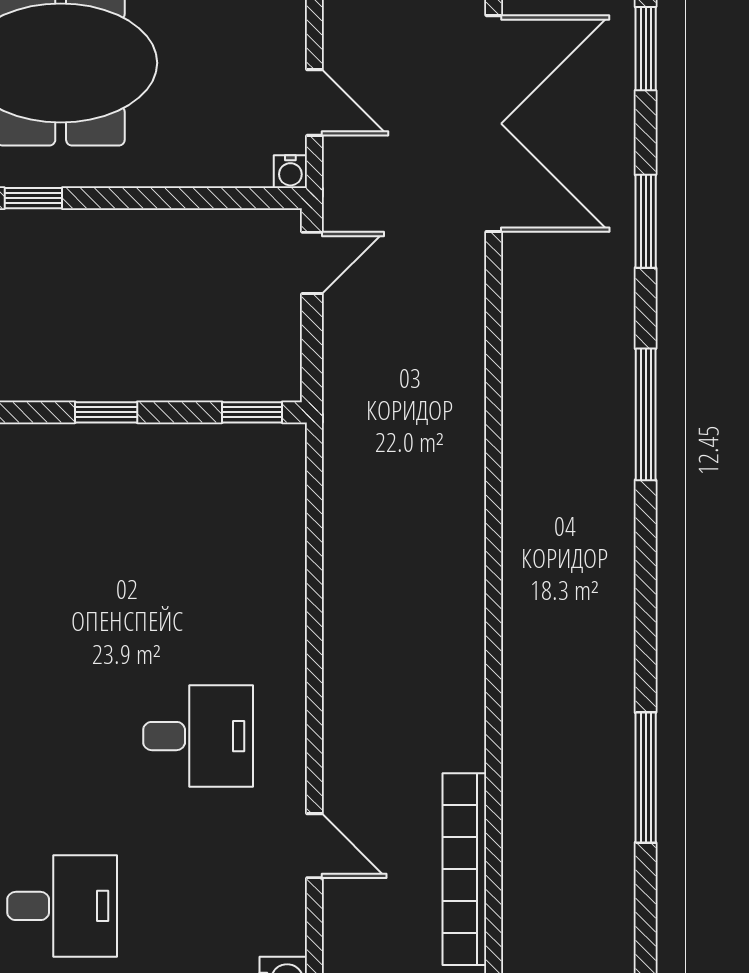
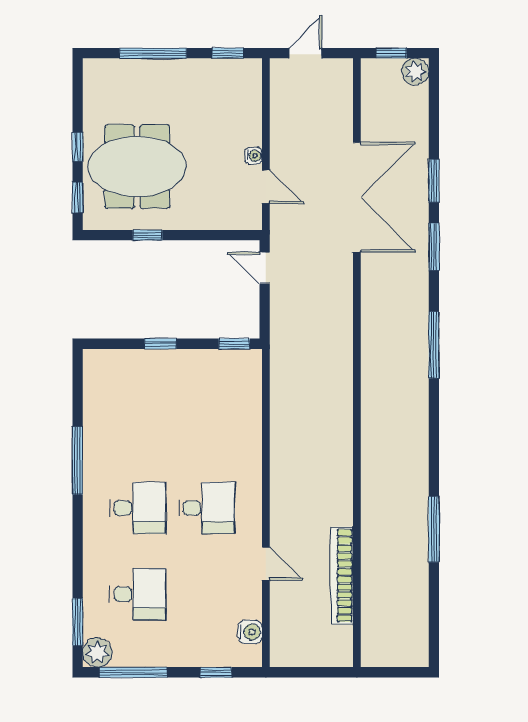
window: (646, 49) -> (434, 181), moved
water cooler: (290, 172) -> (254, 156), moved, turned -90
window: (33, 198) -> (147, 235), moved
door: (312, 263) -> (265, 268), swing flipped
desk: (62, 736) -> (138, 508), added

